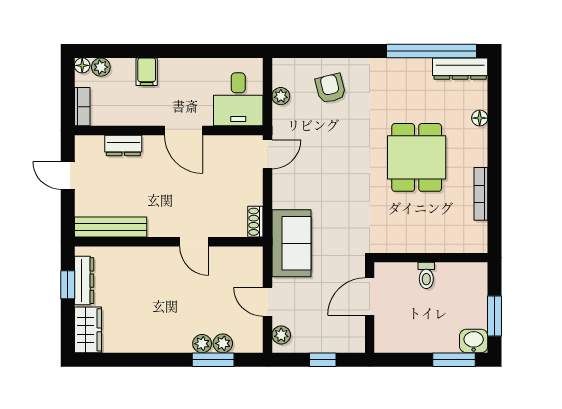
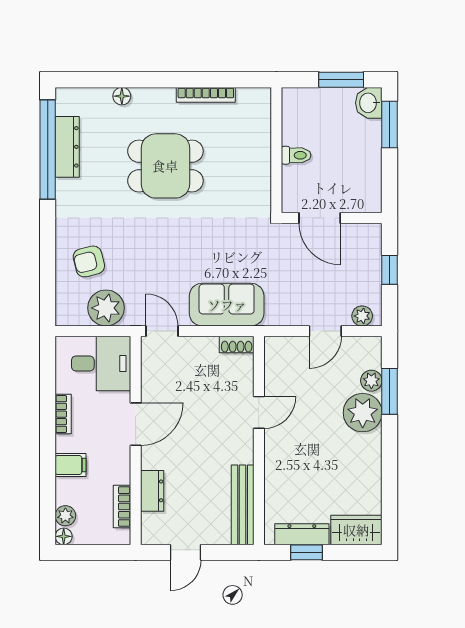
bookcase: (193, 65) -> (63, 414), added
dresser: (460, 69) -> (67, 147), moved
plant: (281, 96) -> (106, 308), width x1.88, depth x1.88
bookcase: (82, 107) -> (122, 507), moved, turned -90
sofa: (291, 243) -> (227, 305), moved
plant: (202, 344) -> (363, 413), width x1.87, depth x1.87

